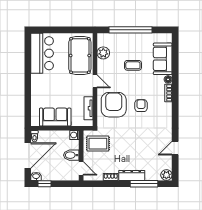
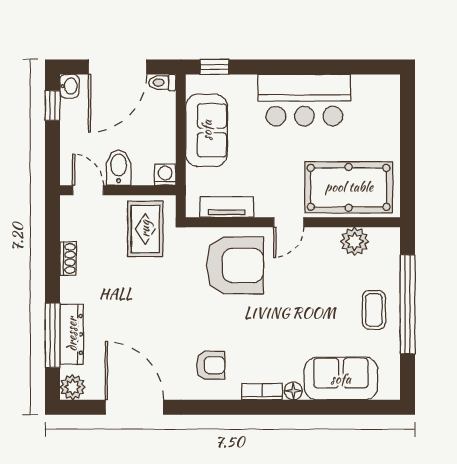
bar counter: (42, 53) -> (304, 100), moved
coffee table: (133, 65) -> (374, 310), moved
armchair: (141, 106) -> (211, 365), moved
window: (28, 114) -> (215, 67), added
door: (175, 148) -> (135, 407), width x1.87
door: (28, 156) -> (117, 67), hinge flipped
door: (81, 168) -> (88, 190), swing flipped
dresser: (132, 175) -> (72, 334), moved

